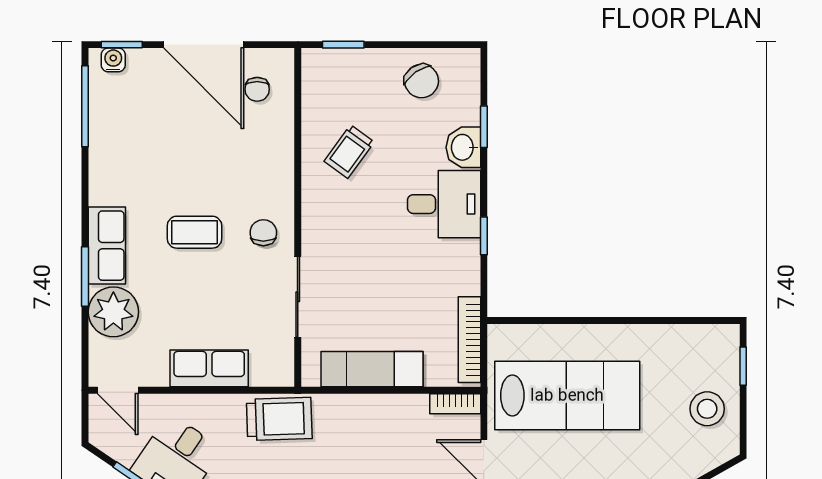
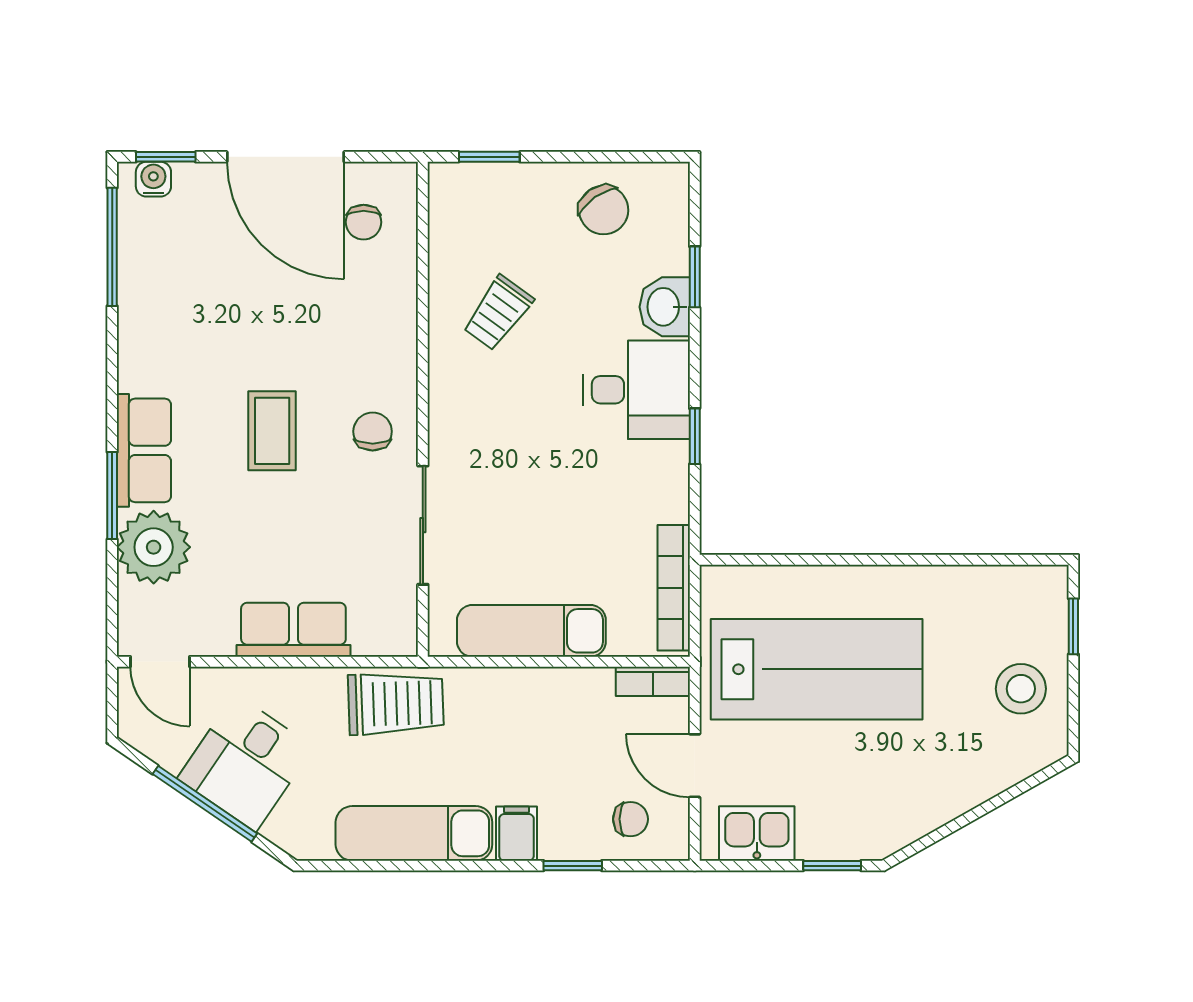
coffee table: (194, 232) -> (272, 431), turned 90

